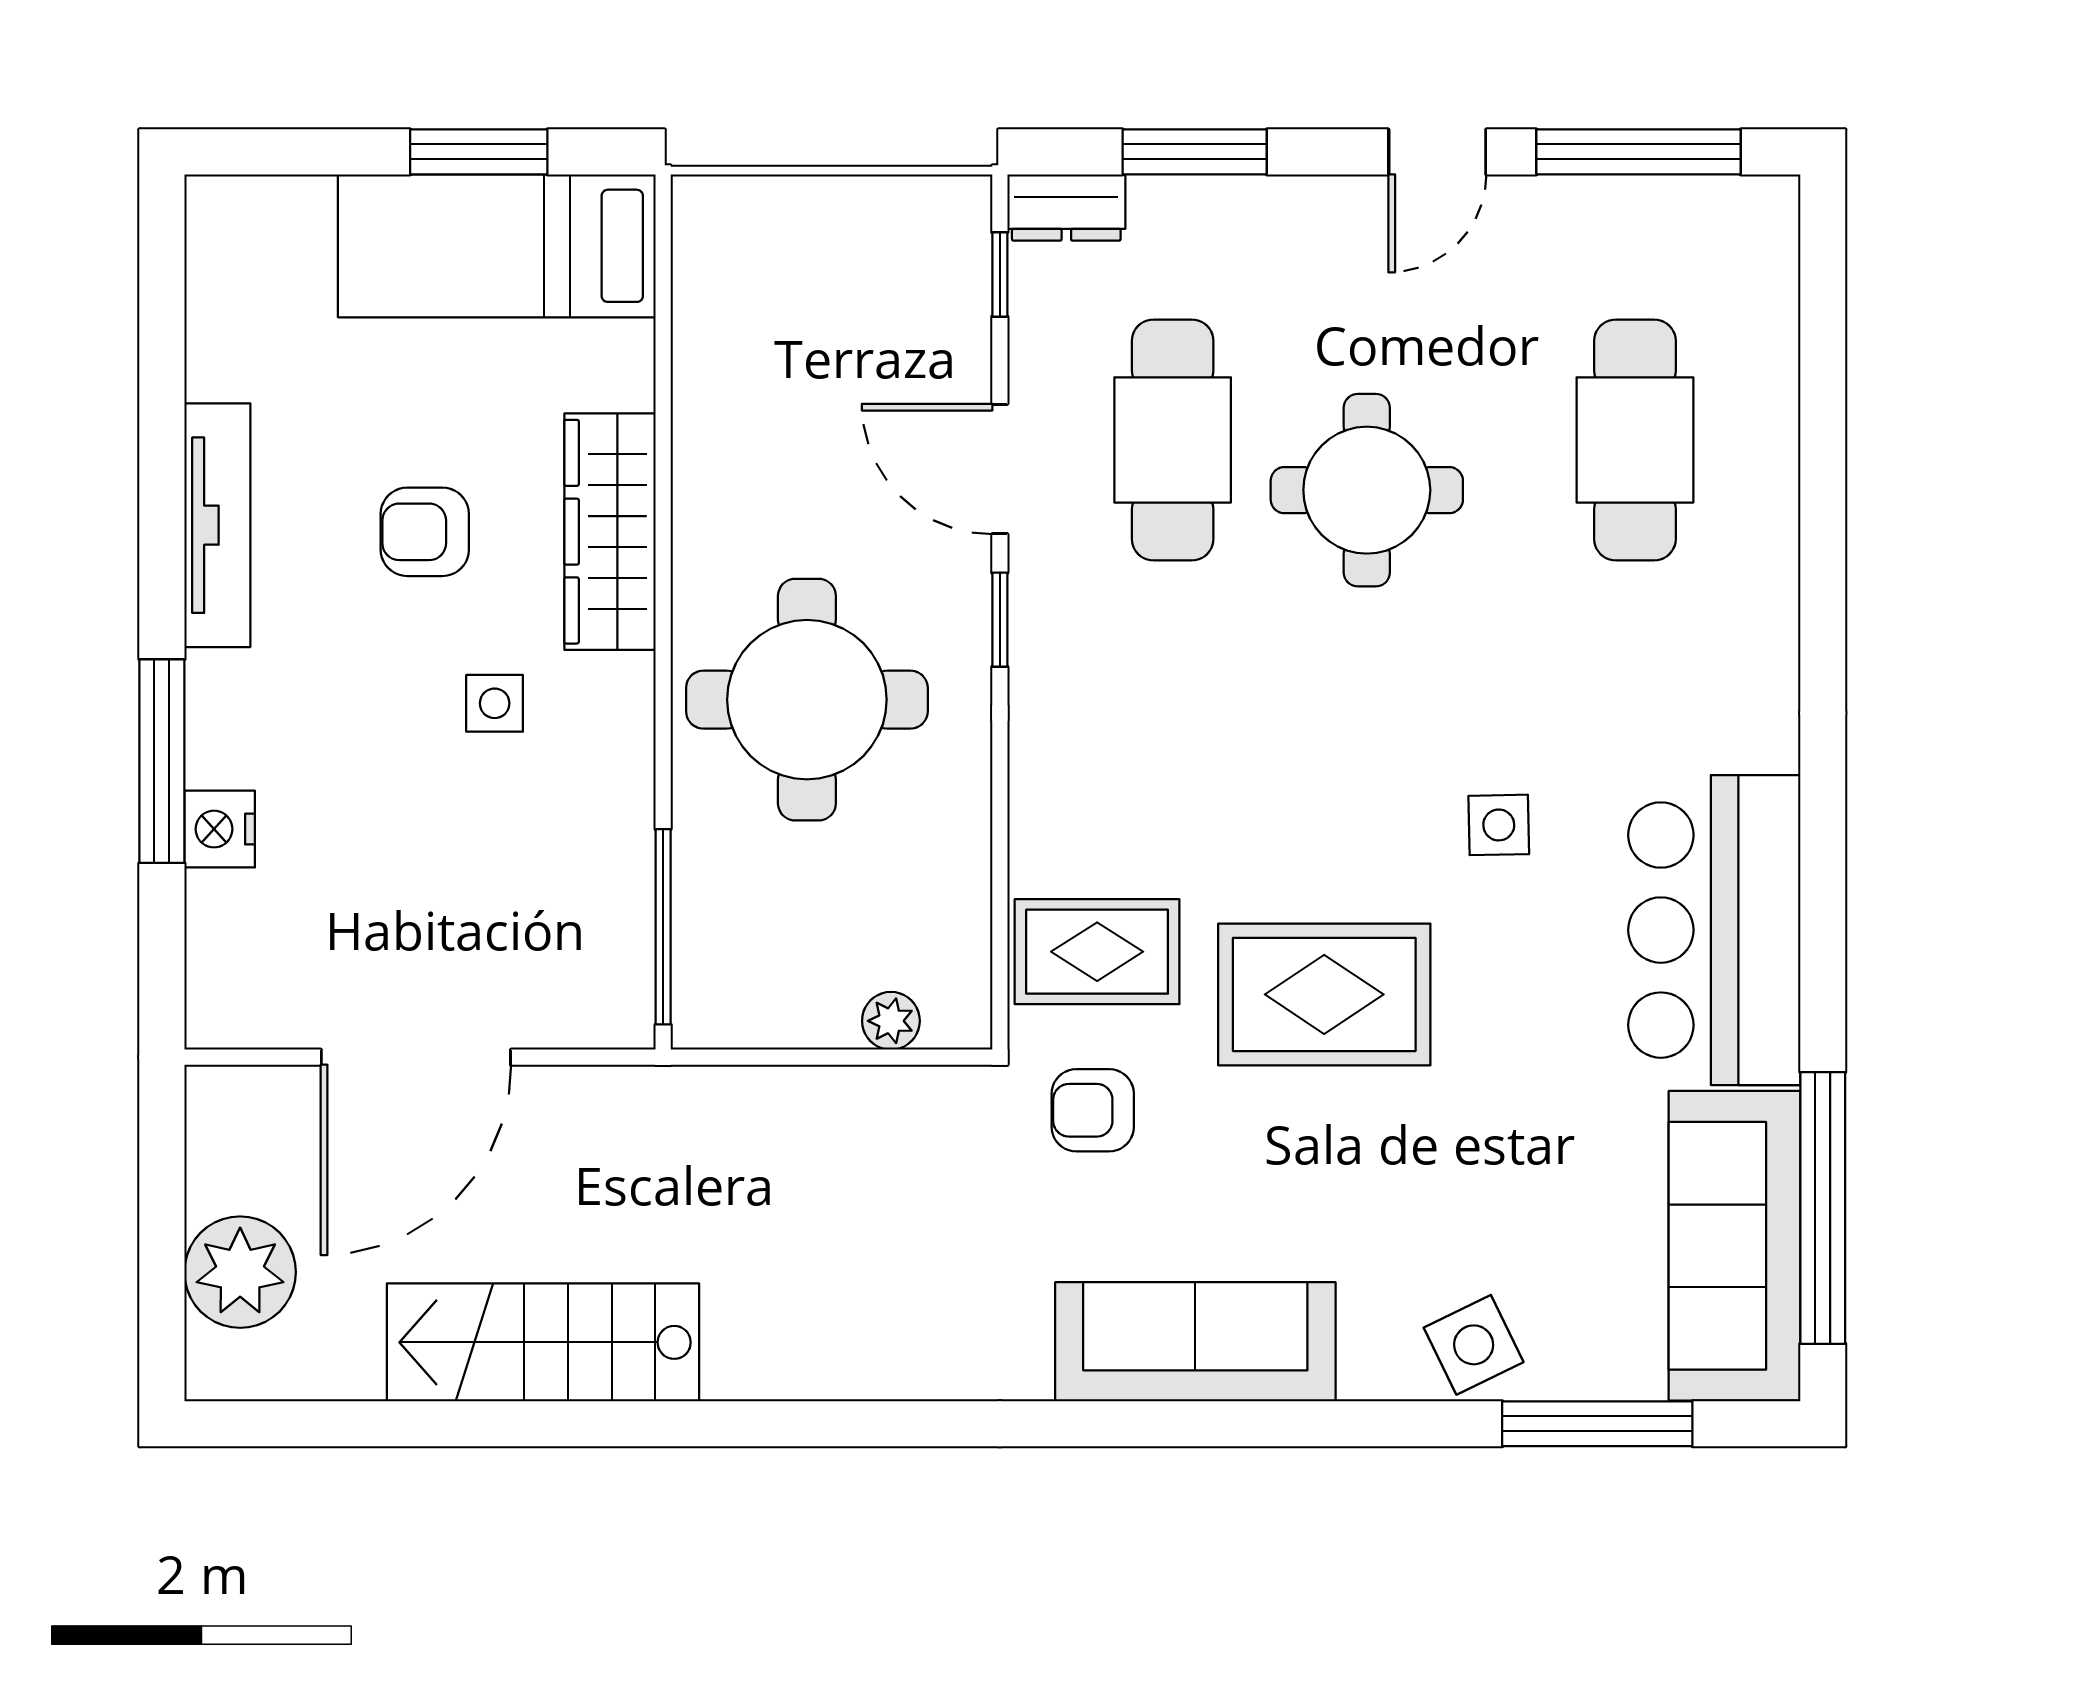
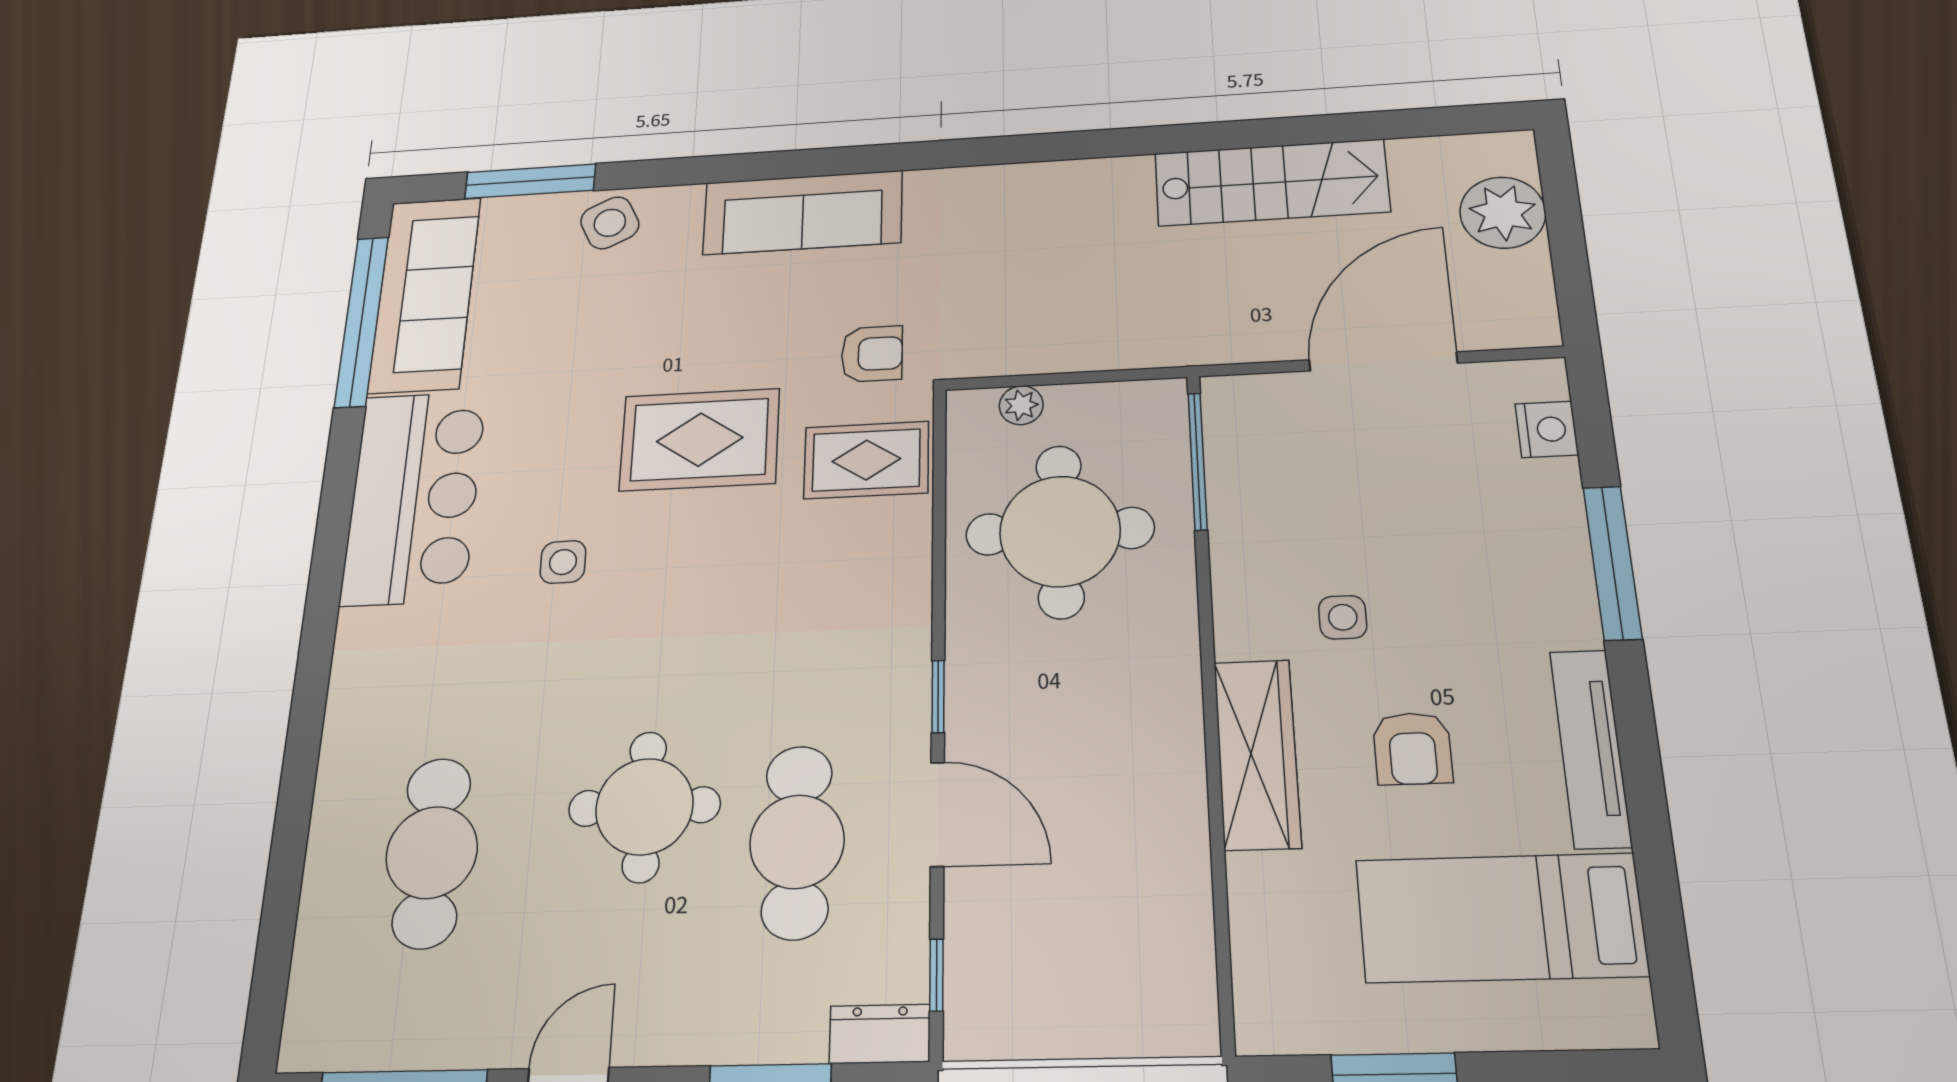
bed: (497, 246) -> (1500, 918), moved, turned 180
armchair: (425, 532) -> (1412, 749), turned 90
round table: (807, 700) -> (1060, 531), moved
nightstand: (220, 829) -> (1547, 429), moved

